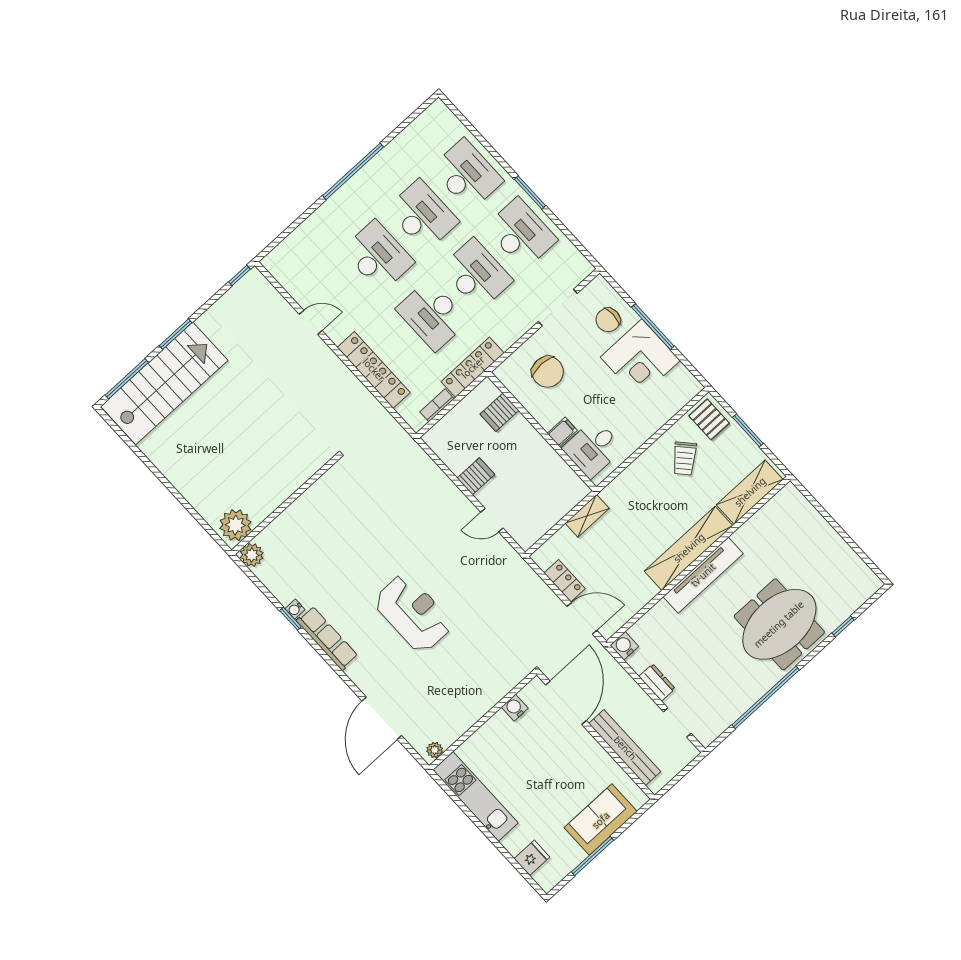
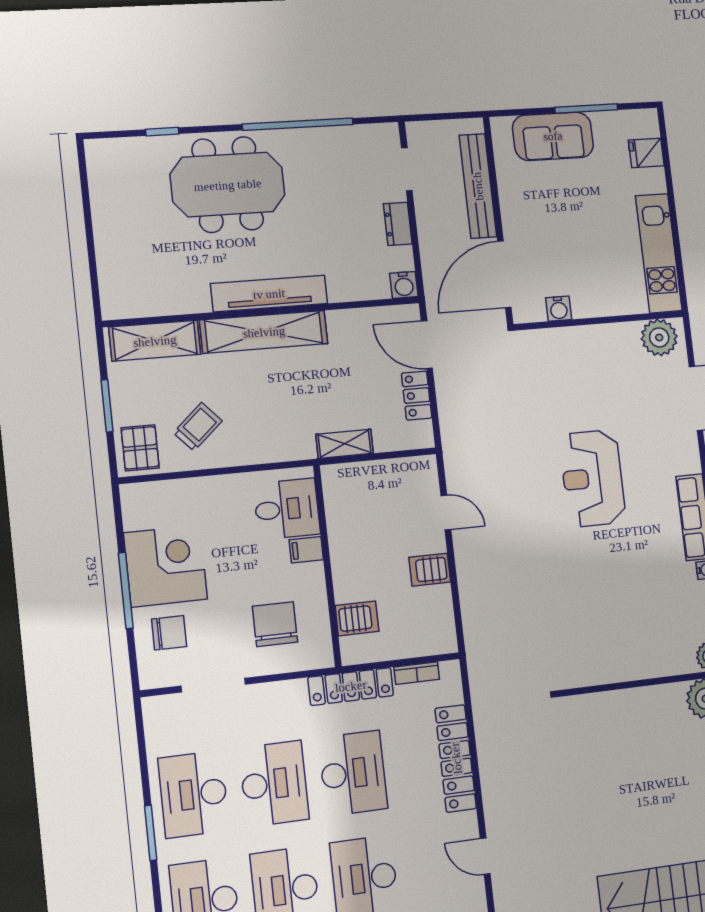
desk: (477, 274) -> (274, 784), turned 180
plant: (435, 750) -> (659, 337), width x1.87, depth x1.87

